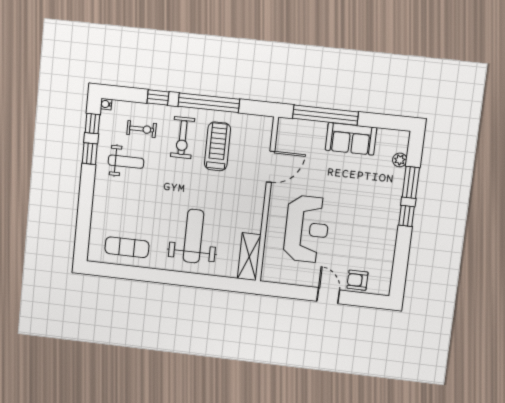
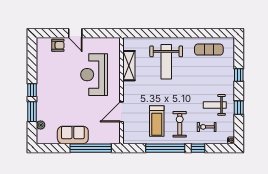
window: (92, 124) -> (239, 75), moved
shelving: (249, 257) -> (129, 66), moved

